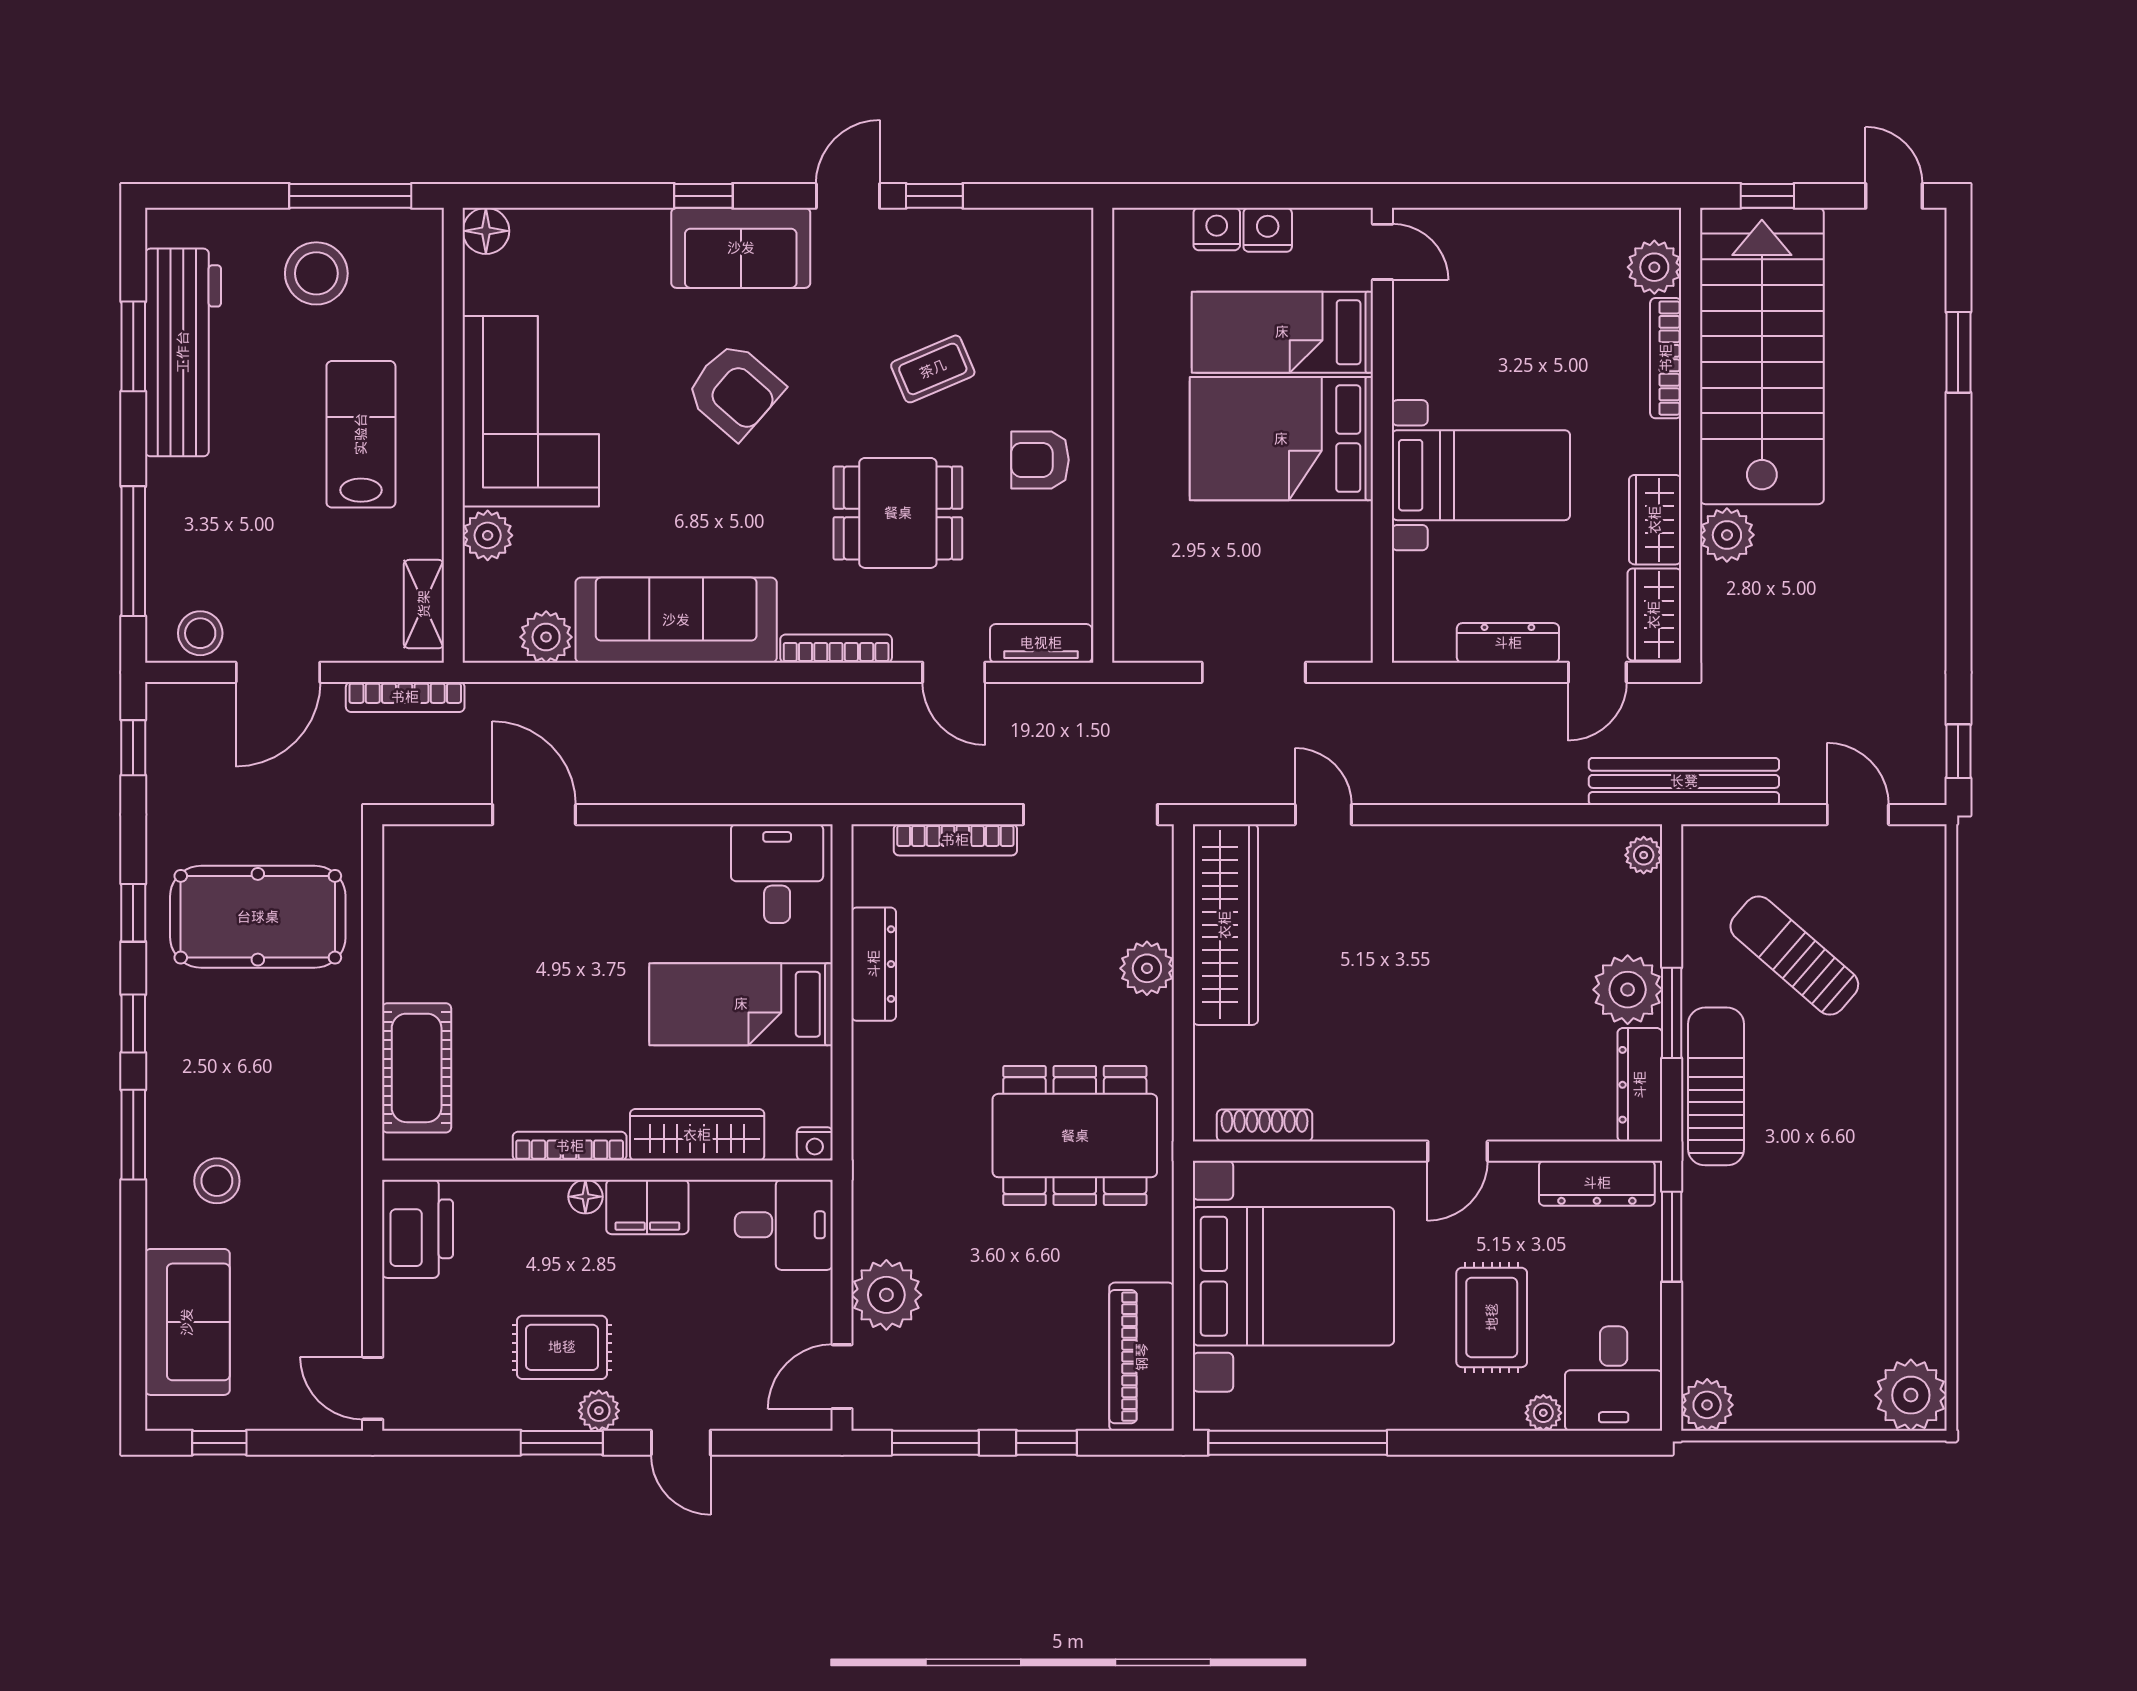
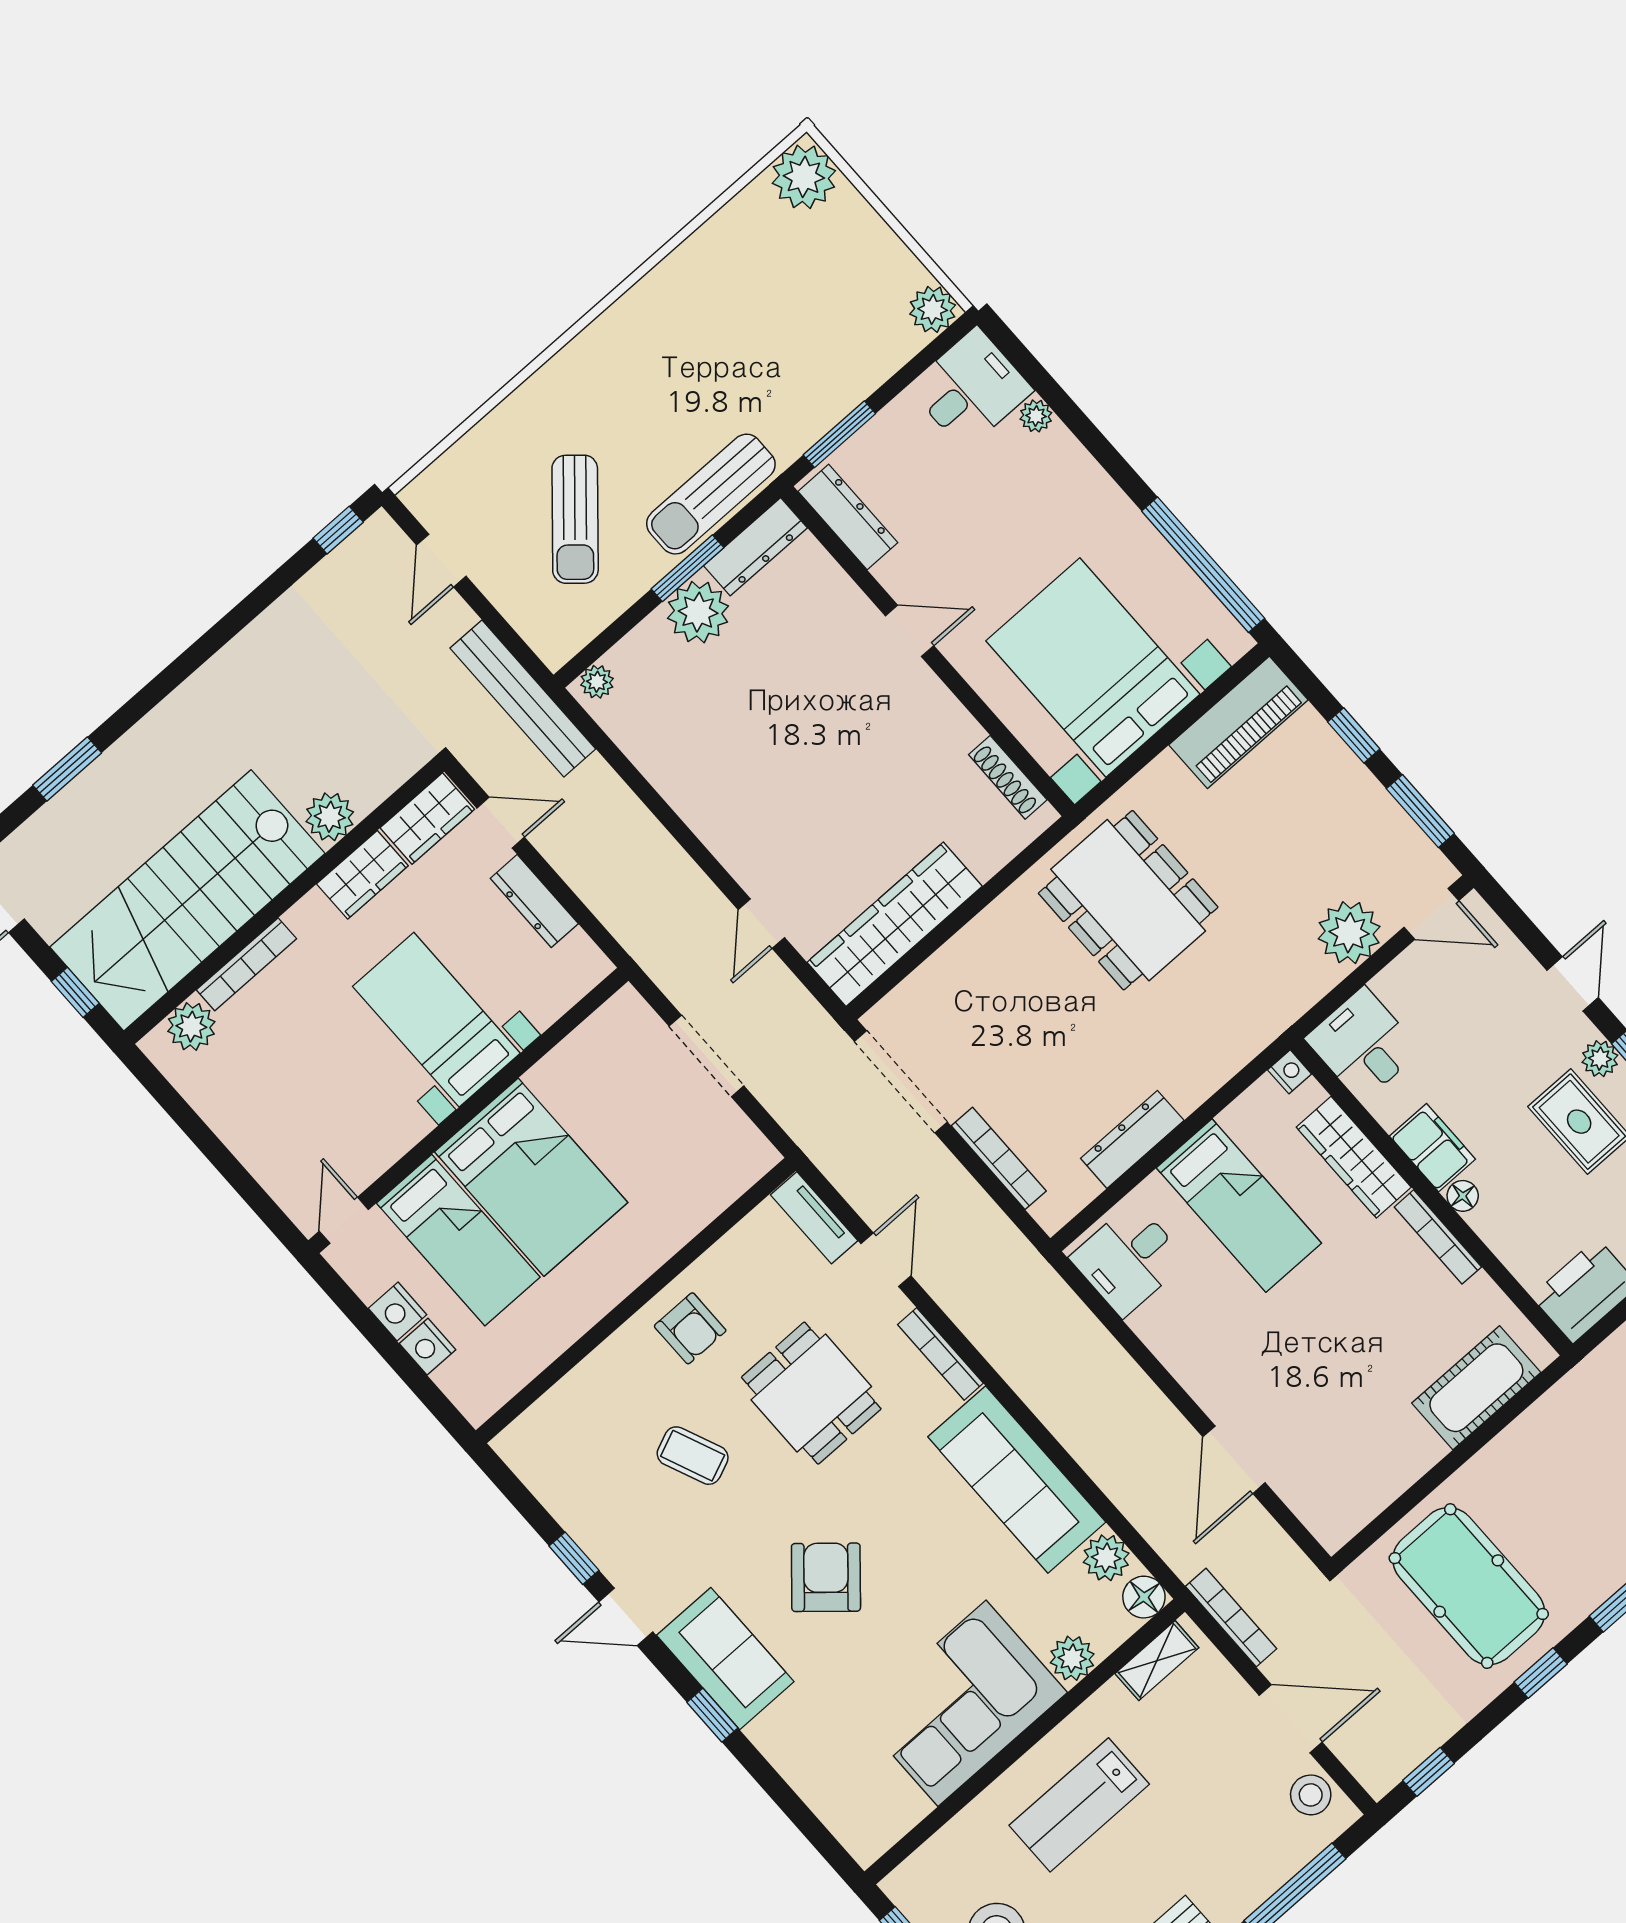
floor lamp: (486, 231) -> (1144, 1597), moved
plant: (1147, 968) -> (971, 951), removed
rug: (1492, 1317) -> (1002, 508), removed

